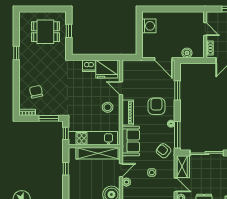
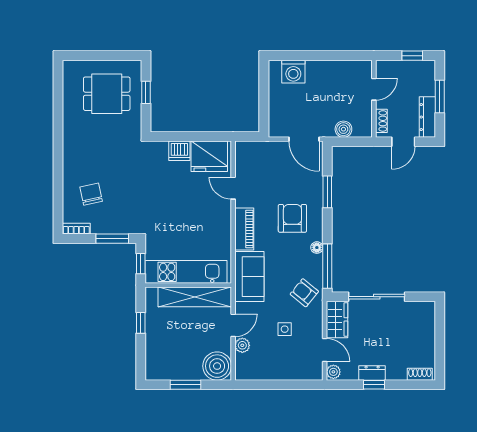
washing machine: (149, 26) -> (293, 72), moved, turned 90
door: (205, 29) -> (374, 89), hinge flipped
window: (16, 53) -> (58, 129), removed
stool: (108, 107) -> (211, 220), removed

